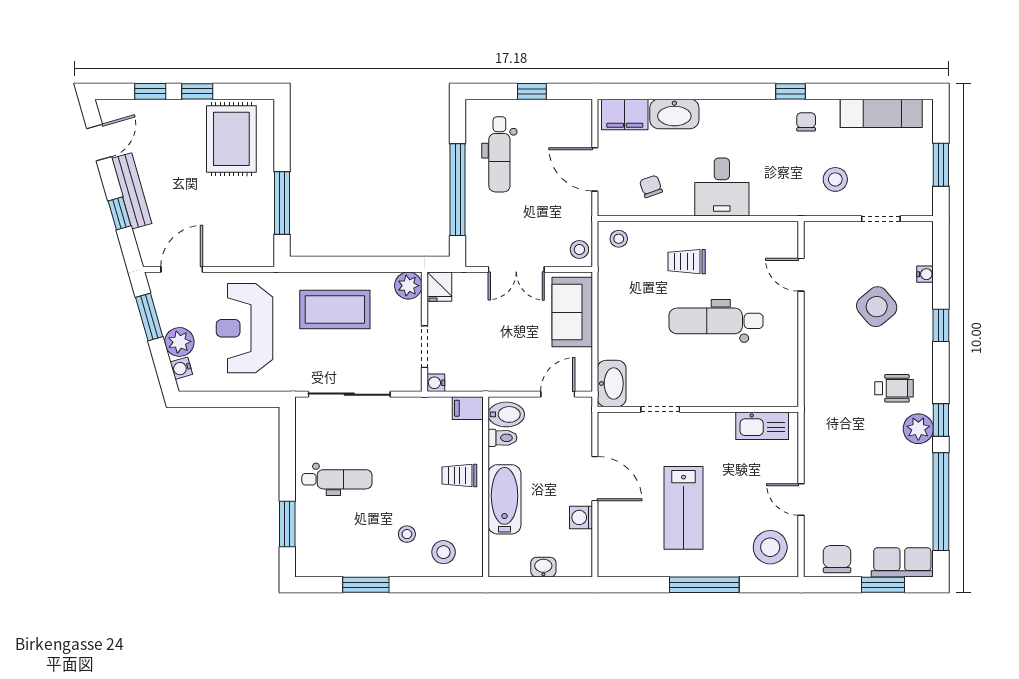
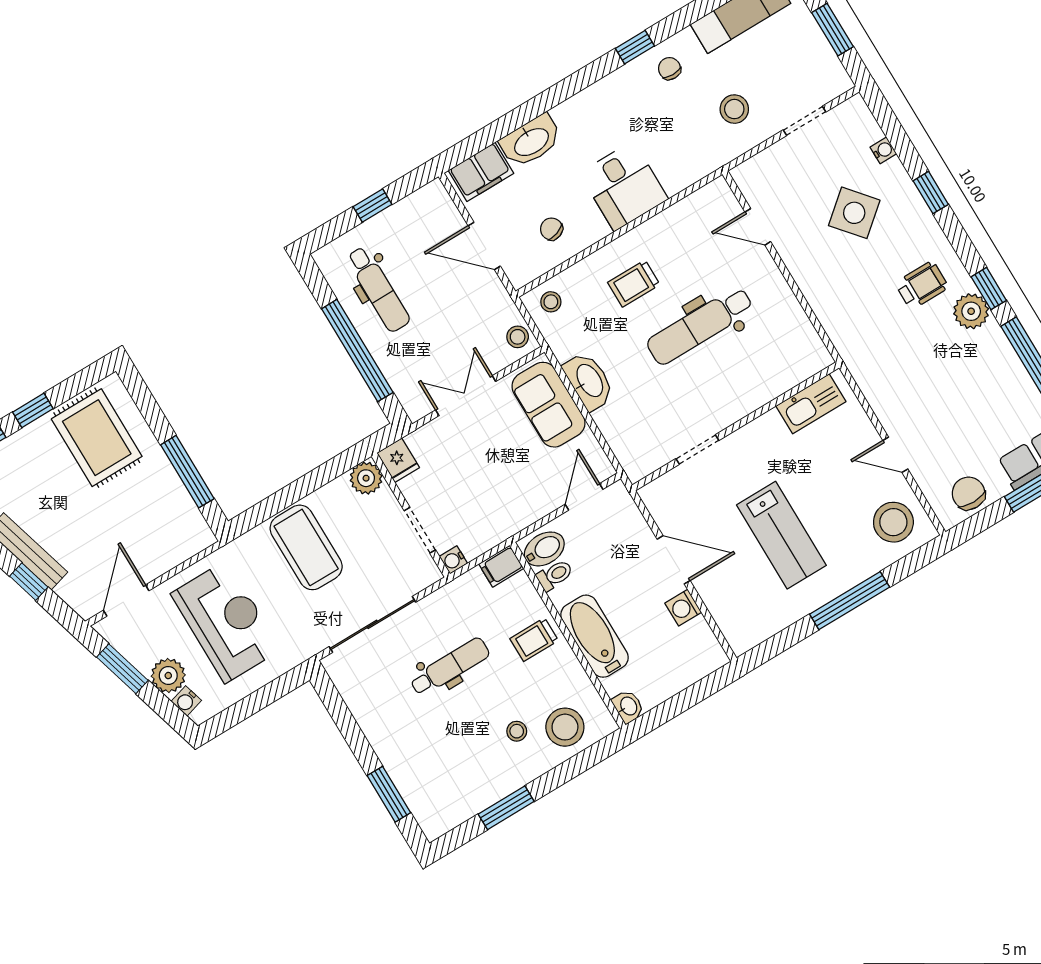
double door: (516, 269) -> (466, 396), swing flipped
coffee table: (335, 310) -> (306, 547), turned 90
reception desk: (244, 328) -> (226, 622), turned 180
washbasin: (612, 384) -> (589, 381), moved
dental chair: (337, 479) -> (450, 667), moved
stool: (444, 552) -> (565, 727), width x1.38, depth x1.38
washbasin: (543, 567) -> (628, 706), moved, turned 90

